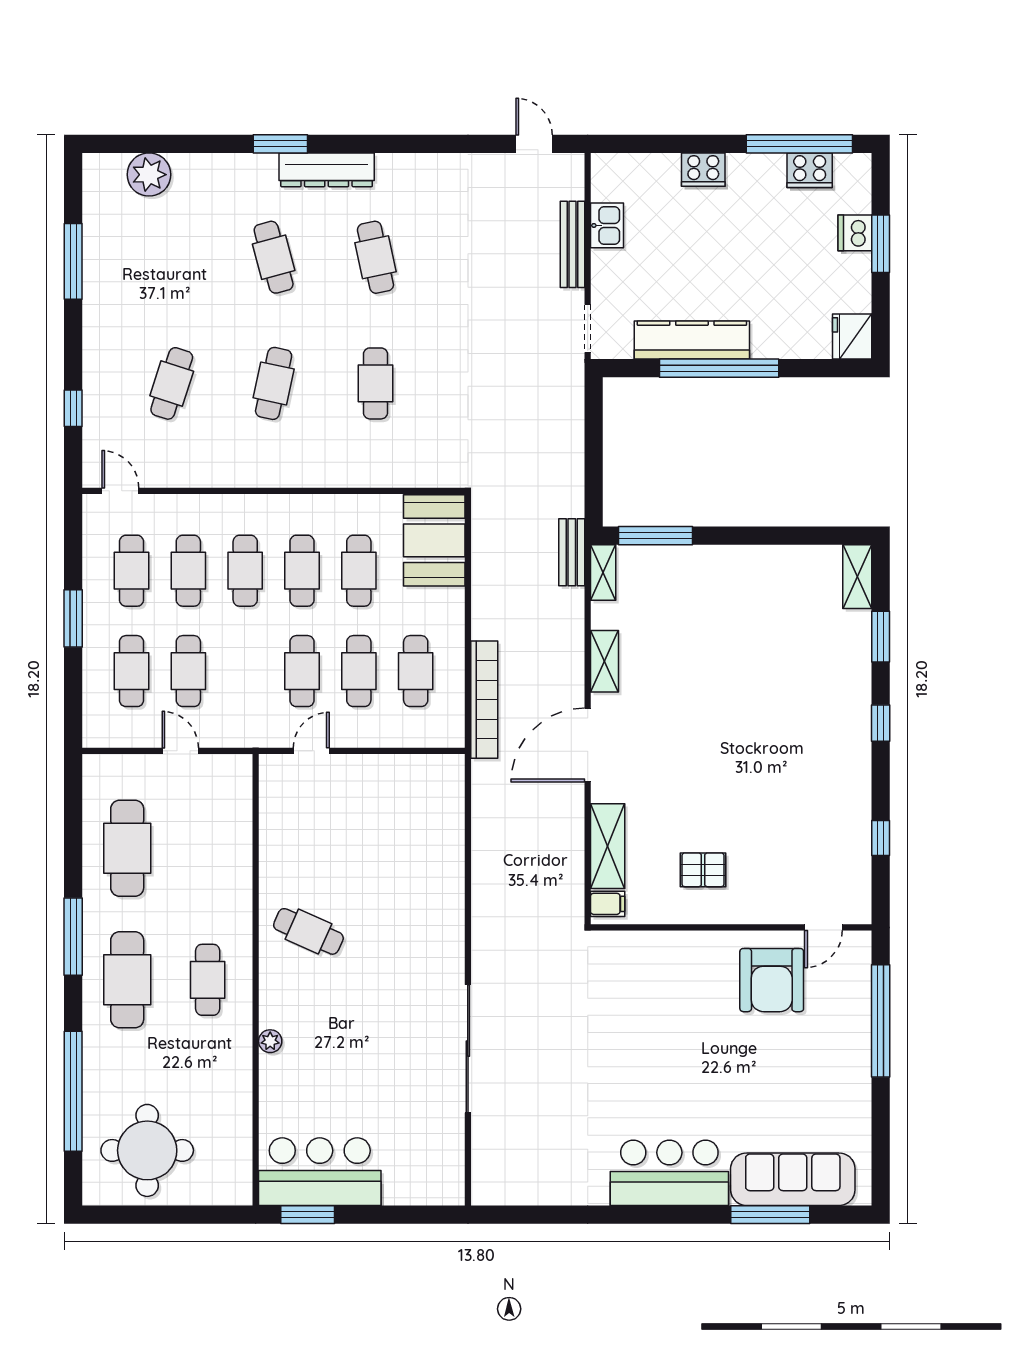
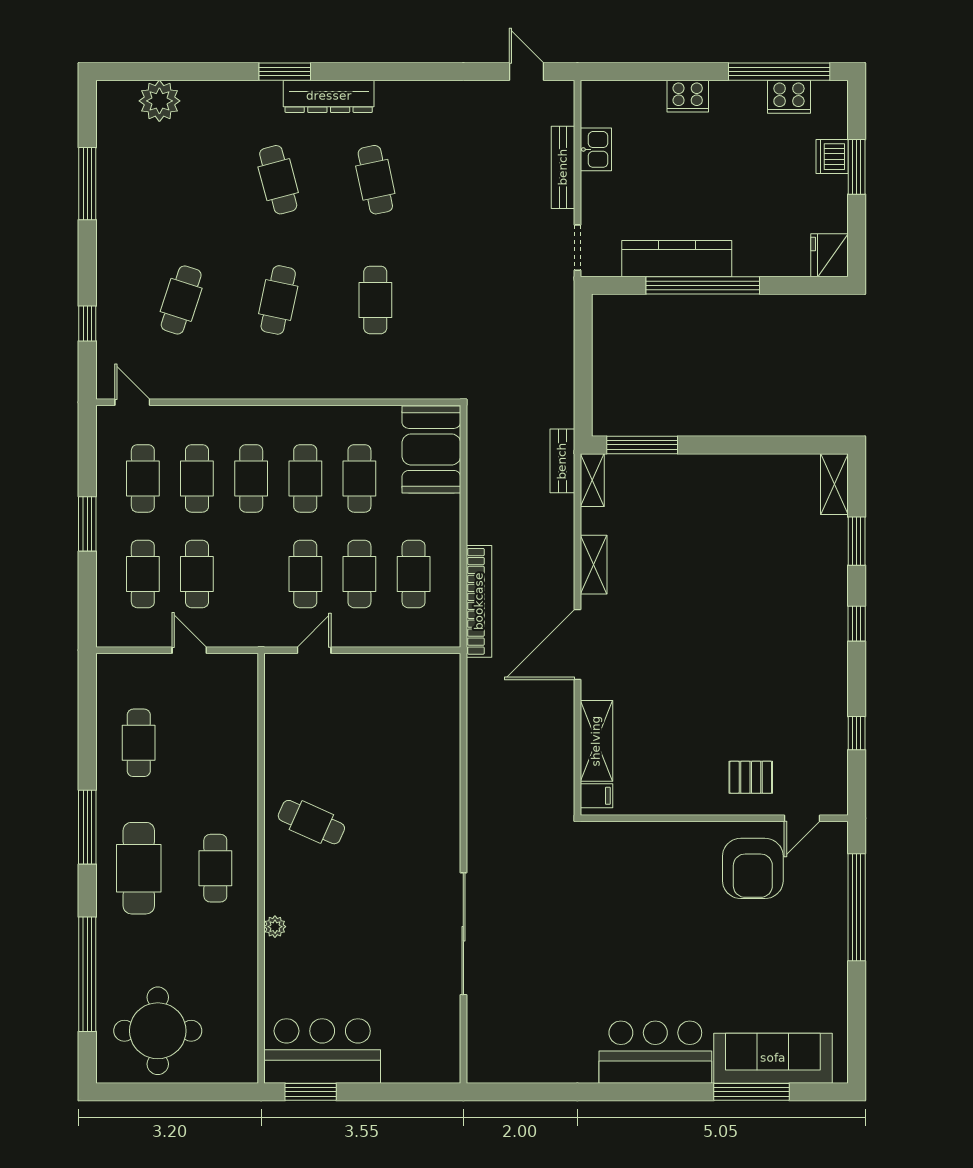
cafe table: (127, 848) -> (139, 743), width x0.73, depth x0.74
pallet: (703, 870) -> (751, 777), moved

